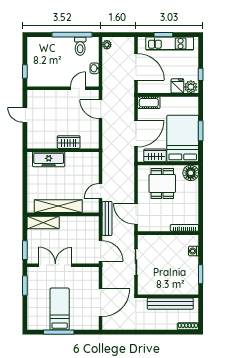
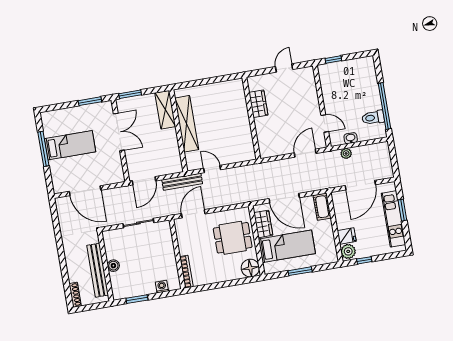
plant: (107, 45) -> (346, 153), moved
bed: (183, 138) -> (287, 246), width x0.67
wardrobe: (69, 142) -> (258, 104), moved
freezer: (49, 159) -> (238, 104), removed
boiler: (169, 289) -> (113, 266), added

